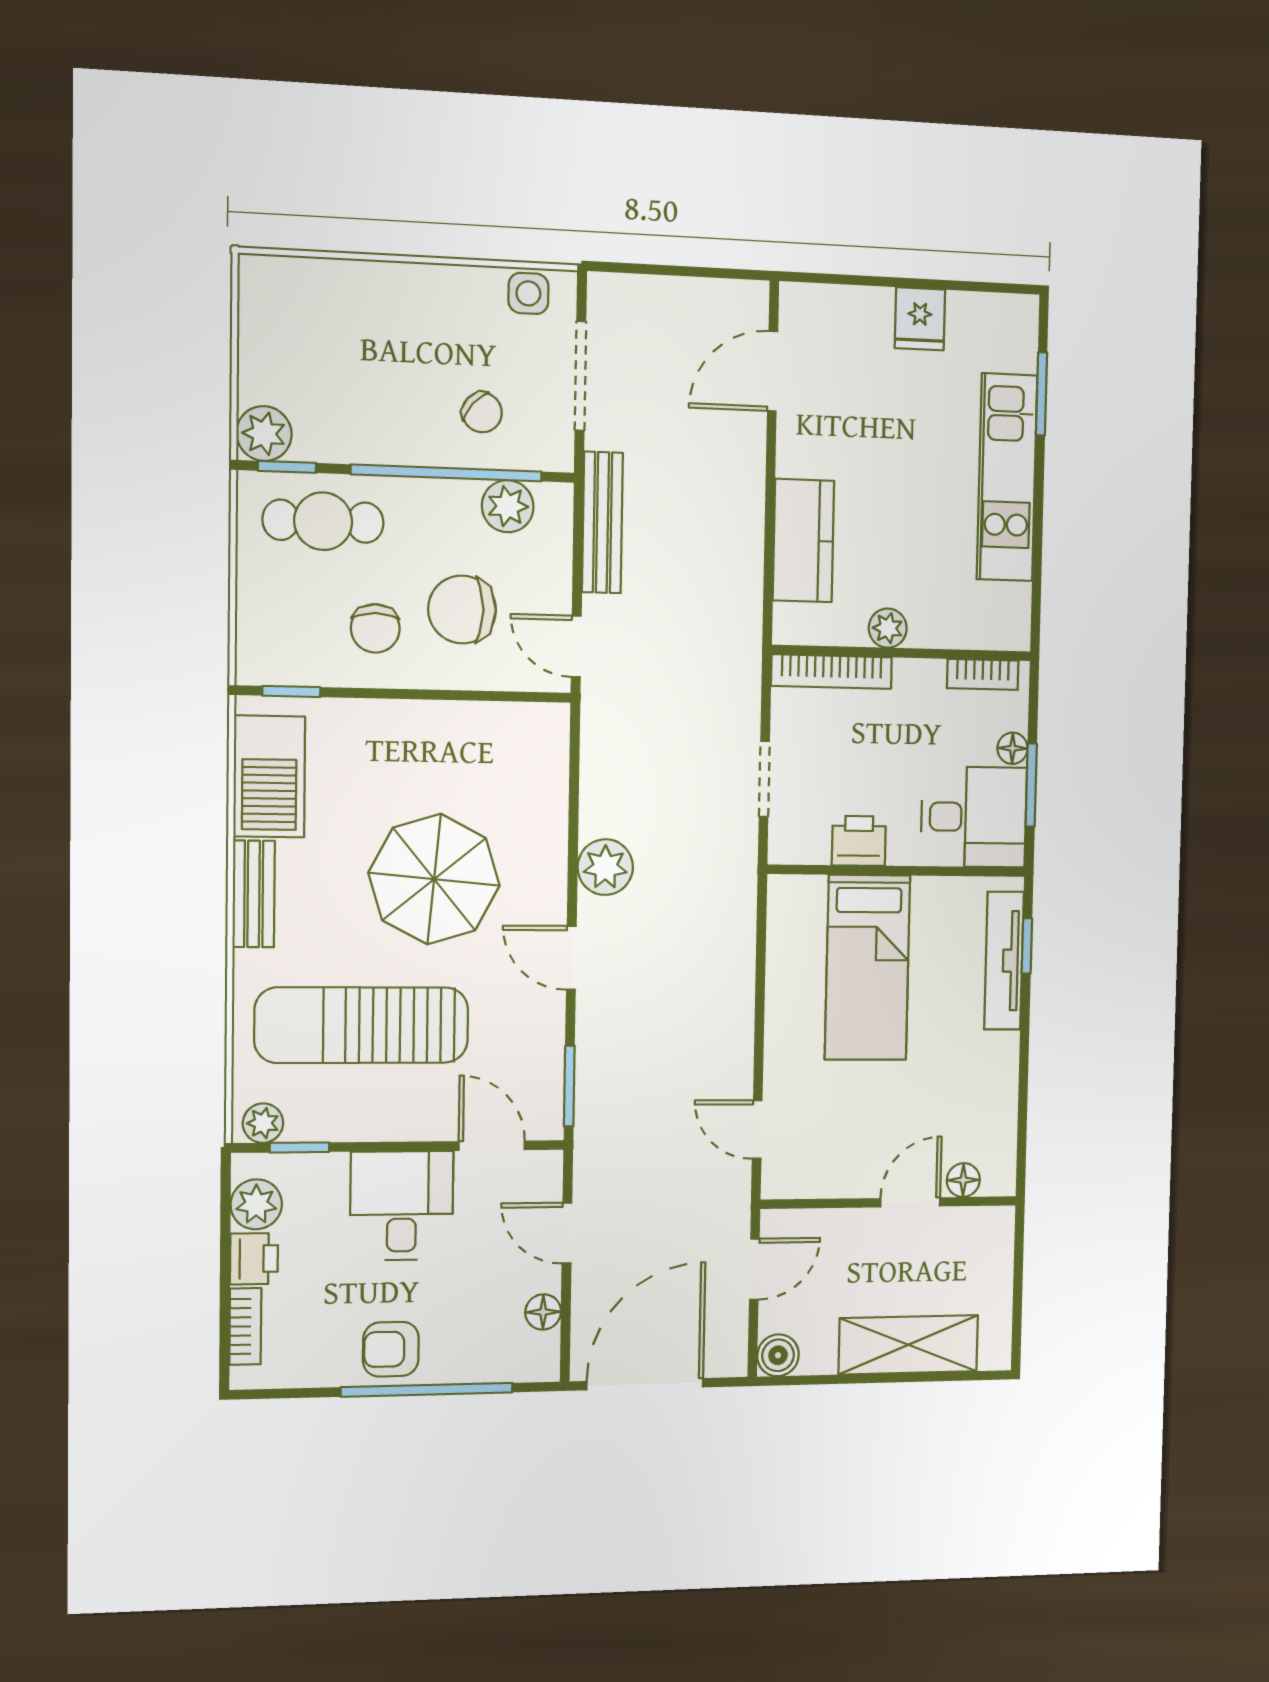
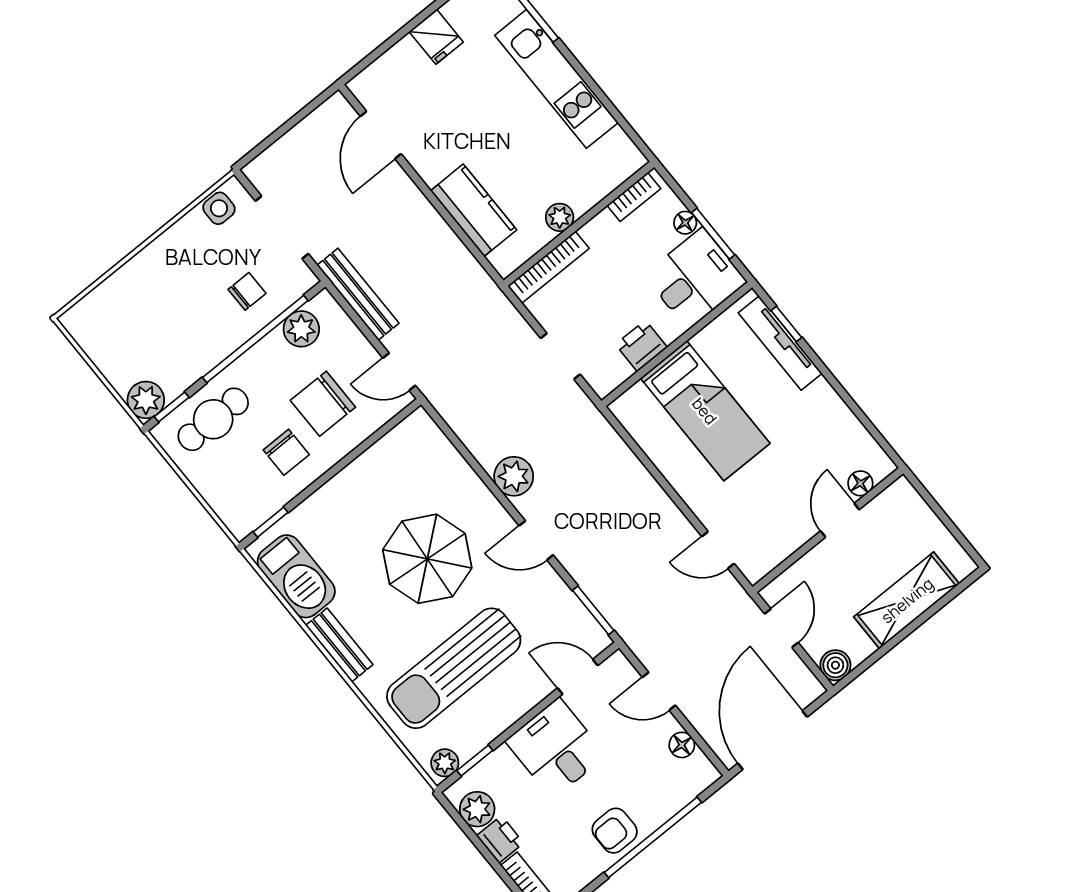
chair: (482, 412) -> (247, 291), turned -41

